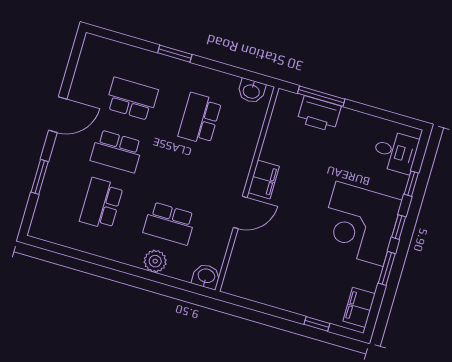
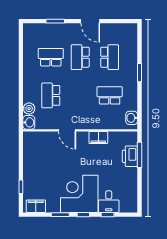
desk: (396, 152) -> (109, 202), moved
filing cabinet: (264, 179) -> (98, 138), moved
plant: (155, 261) -> (29, 108), moved

